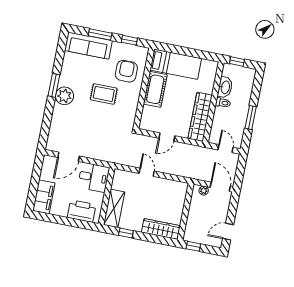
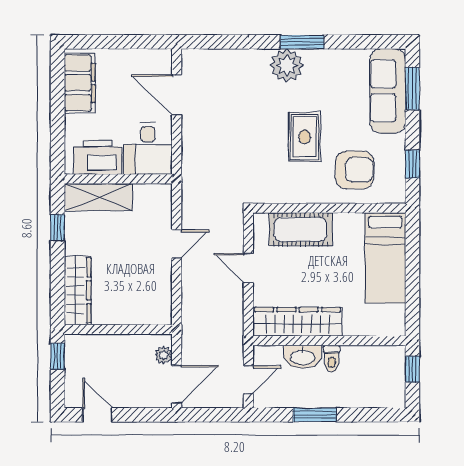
window: (100, 34) -> (412, 88), moved
washbasin: (225, 87) -> (303, 357), moved
cot: (155, 89) -> (301, 229), moved
filing cabinet: (44, 197) -> (80, 83), moved, turned -90
printer: (82, 211) -> (98, 157), moved, turned -90

